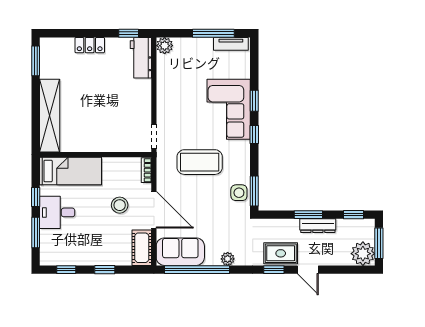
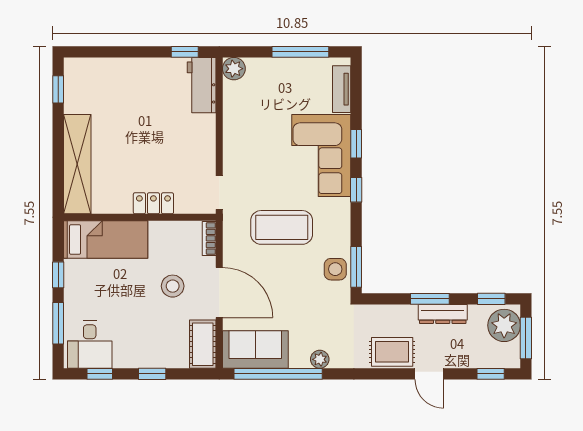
tv unit: (231, 44) -> (342, 89), moved, turned 90
locker: (90, 45) -> (153, 203), moved, turned 180
window: (36, 61) -> (58, 89), width x0.67
desk: (57, 212) -> (90, 345), moved, turned -90
plant: (363, 254) -> (504, 325), moved
window: (274, 270) -> (491, 374), moved

